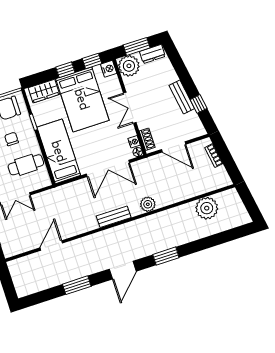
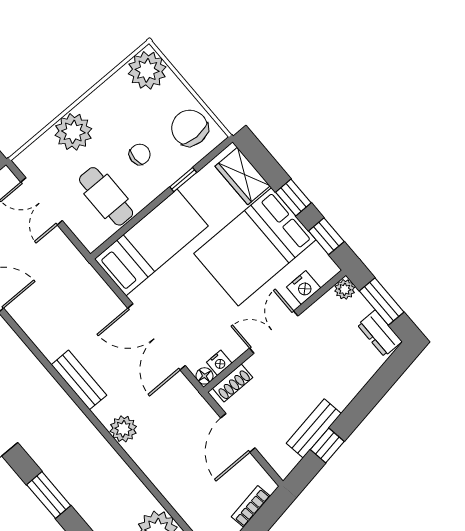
plant: (129, 66) -> (345, 289), width x0.53, depth x0.53
nightstand: (109, 69) -> (304, 288), moved
bench: (182, 97) -> (314, 428), moved

